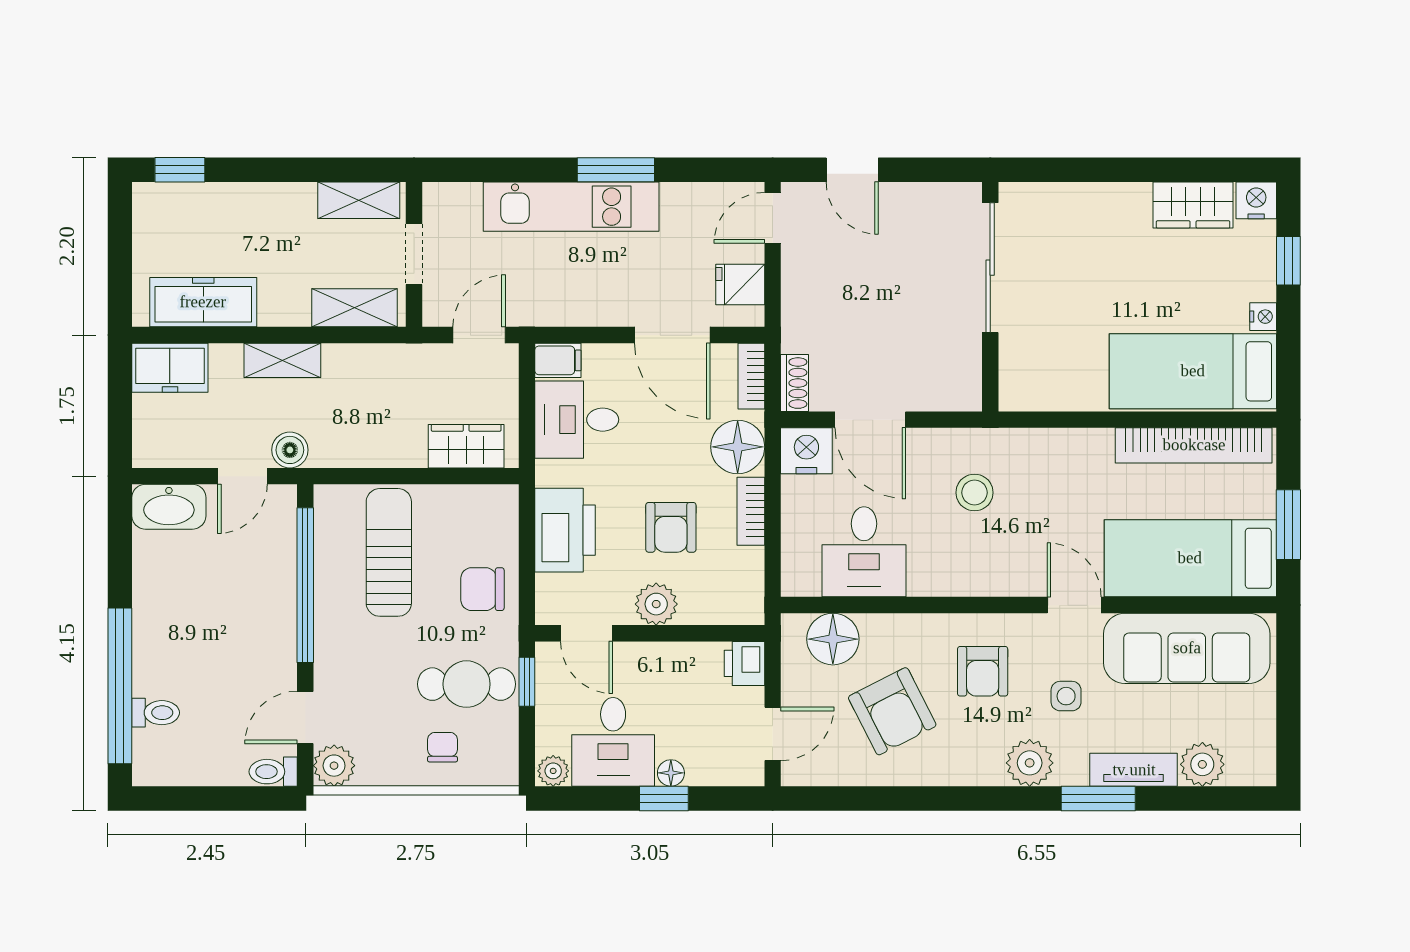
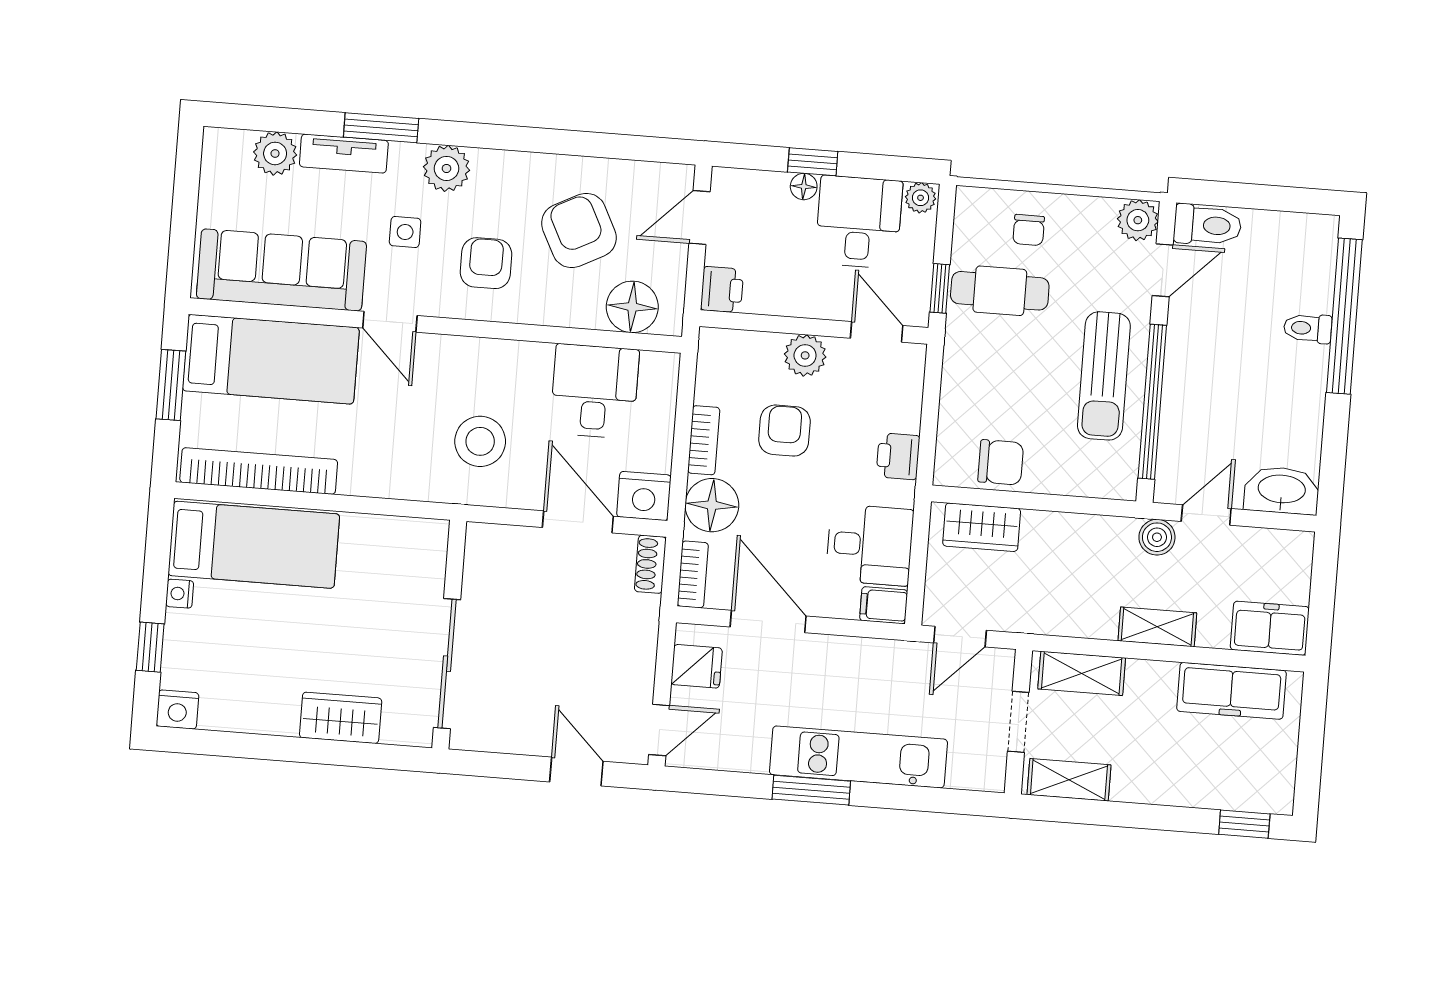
wardrobe: (1193, 205) -> (341, 718), moved
stool: (974, 493) -> (480, 441), width x1.38, depth x1.38
printer: (565, 530) -> (898, 456), width x0.53, depth x0.68
sun lounger: (389, 552) -> (1104, 376), moved
chair: (483, 589) -> (1001, 462), moved
toilet: (156, 713) -> (1308, 328), moved
toilet: (273, 772) -> (1207, 225), width x1.37, depth x1.39

